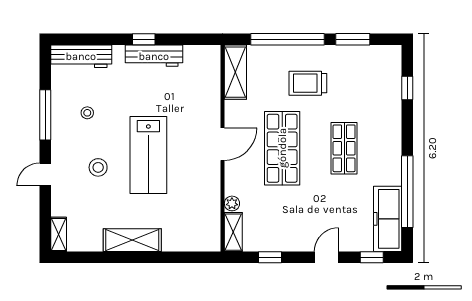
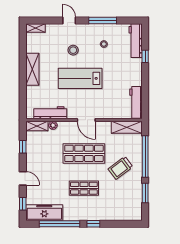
window: (144, 39) -> (145, 56), moved
workbench: (154, 56) -> (136, 102), moved
trolley: (308, 83) -> (120, 168), turned -127
window: (407, 88) -> (93, 224), moved
workbench: (210, 208) -> (50, 113), added

